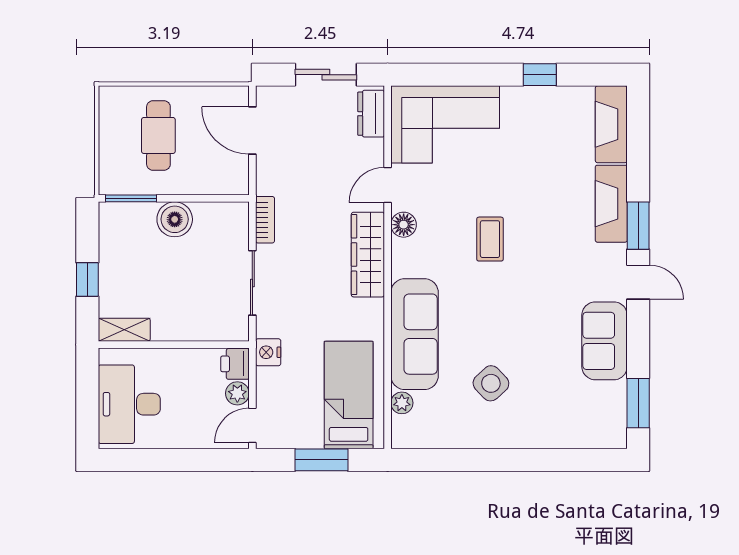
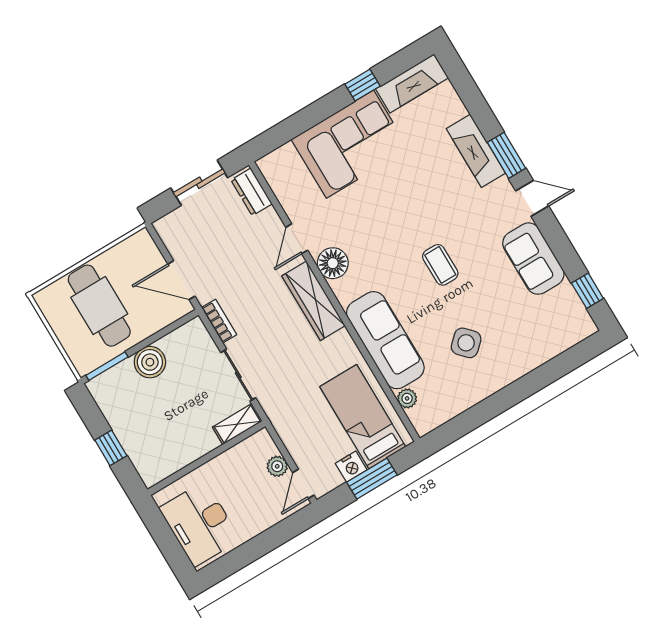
corner sofa: (445, 124) -> (350, 144), moved
fireplace: (611, 124) -> (412, 83), moved, turned -90
door: (252, 131) -> (181, 280), moved
cafe table: (158, 135) -> (99, 306), width x1.37, depth x1.35
floor lamp: (404, 225) -> (333, 263), width x1.38, depth x1.38
coffee table: (490, 239) -> (440, 265), moved
shelving: (124, 330) -> (237, 424), moved
nightstand: (268, 352) -> (351, 467), moved, turned -90
printer: (235, 364) -> (262, 445), removed
window: (638, 403) -> (587, 291), width x0.67

